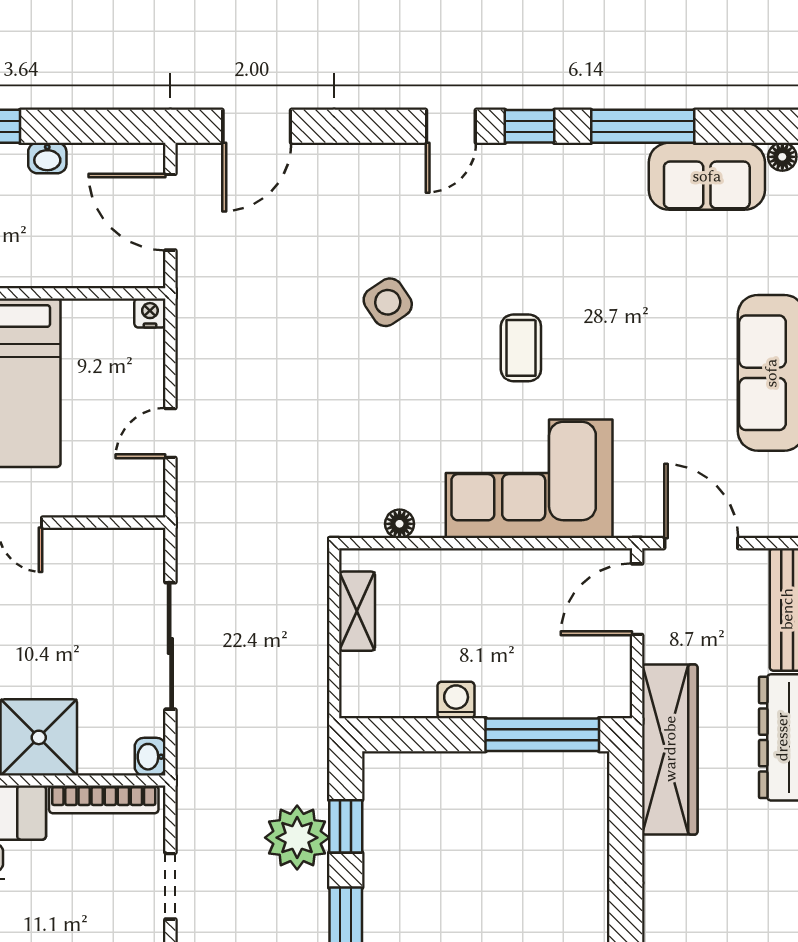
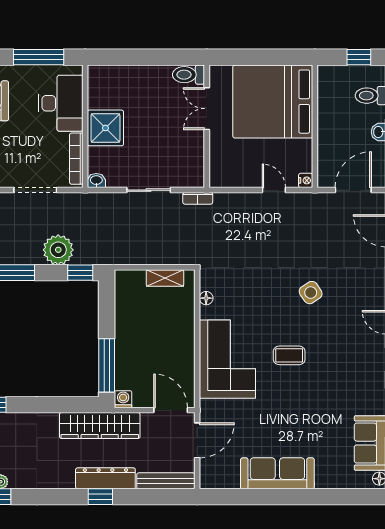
door: (170, 433) -> (274, 190), moved
bookcase: (188, 542) -> (198, 198), added
sliding door: (170, 646) -> (149, 190), width x0.73
washing machine: (456, 700) -> (123, 399), moved, turned -90
window: (346, 826) -> (80, 273), moved
doorway: (170, 886) -> (35, 190), width x1.38

